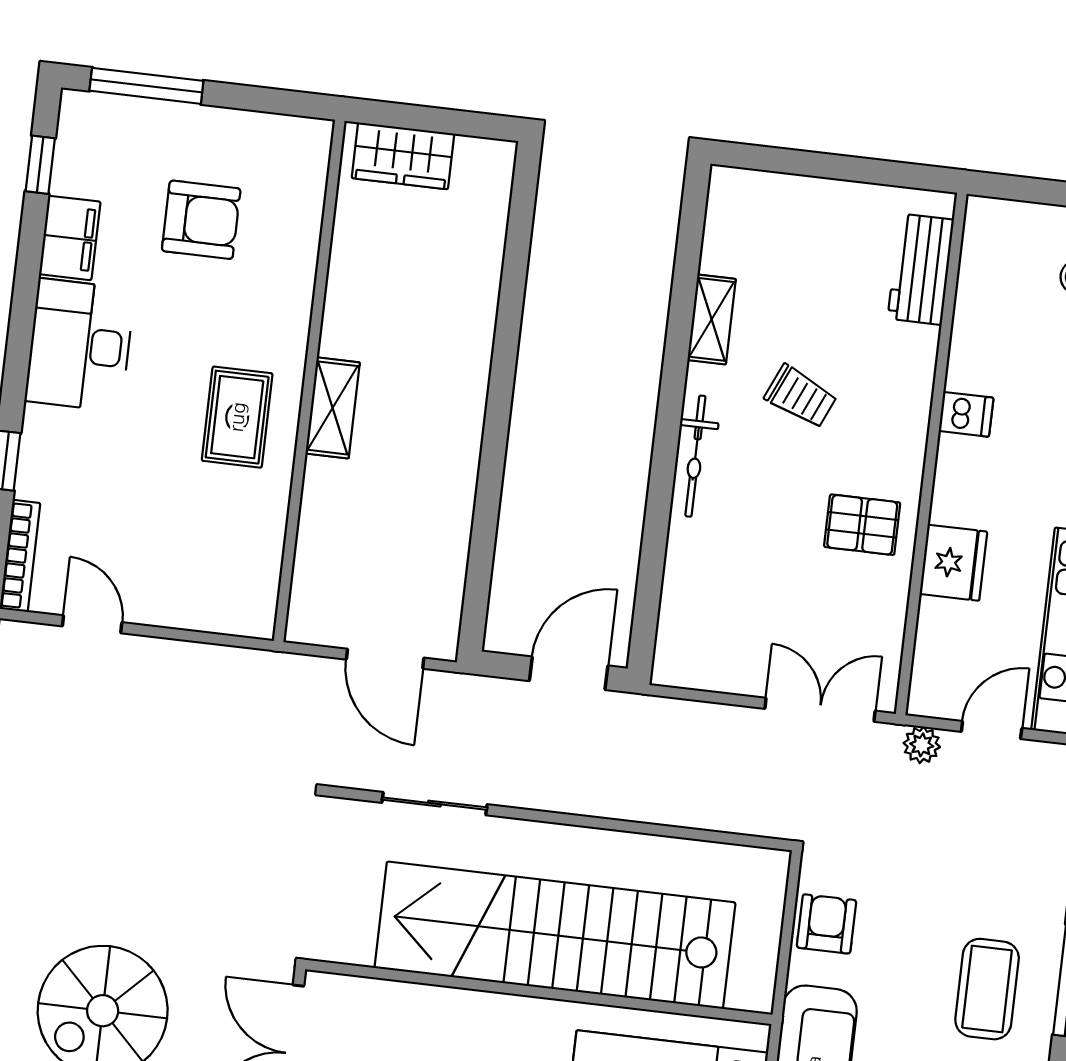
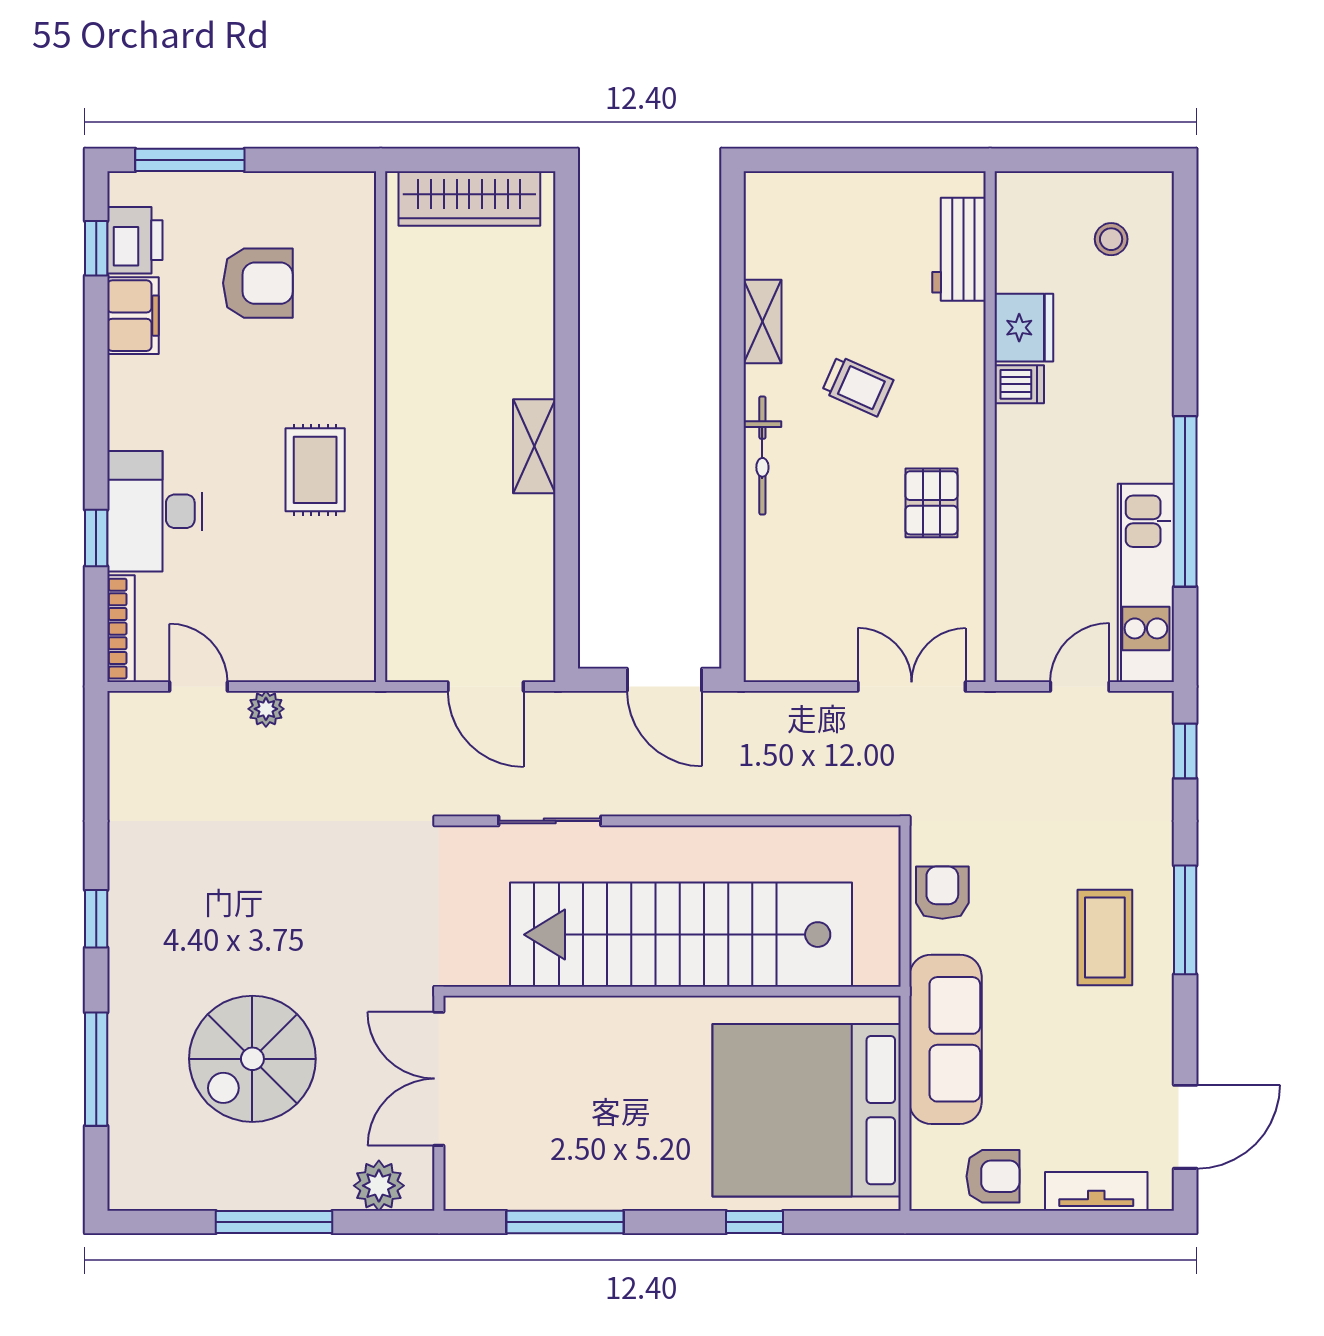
wardrobe: (403, 156) -> (469, 199), width x1.50
printer: (81, 161) -> (135, 240), added
desk: (80, 345) -> (155, 511), moved
shelving: (333, 408) -> (534, 446), moved
pallet: (862, 525) -> (931, 503), turned 90
fridge: (953, 563) -> (1024, 328), moved
door: (569, 673) -> (665, 680), swing flipped
plant: (922, 745) -> (266, 709), moved

